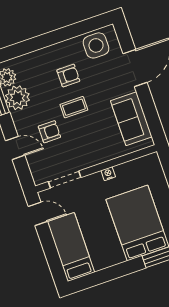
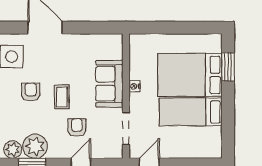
sofa: (131, 119) -> (109, 84), moved, turned 90
bed: (71, 247) -> (191, 112), moved

